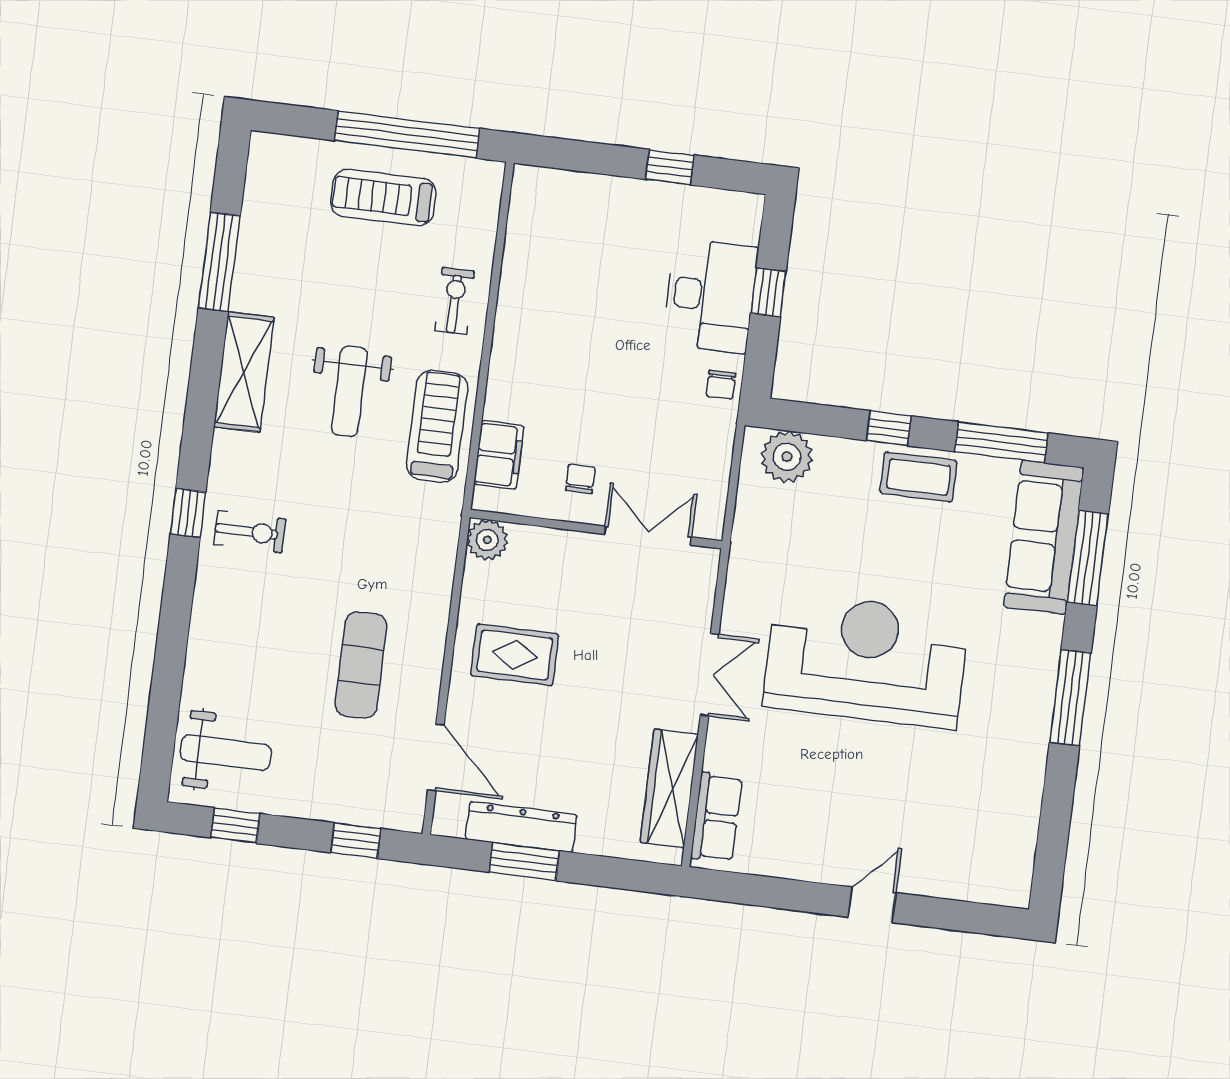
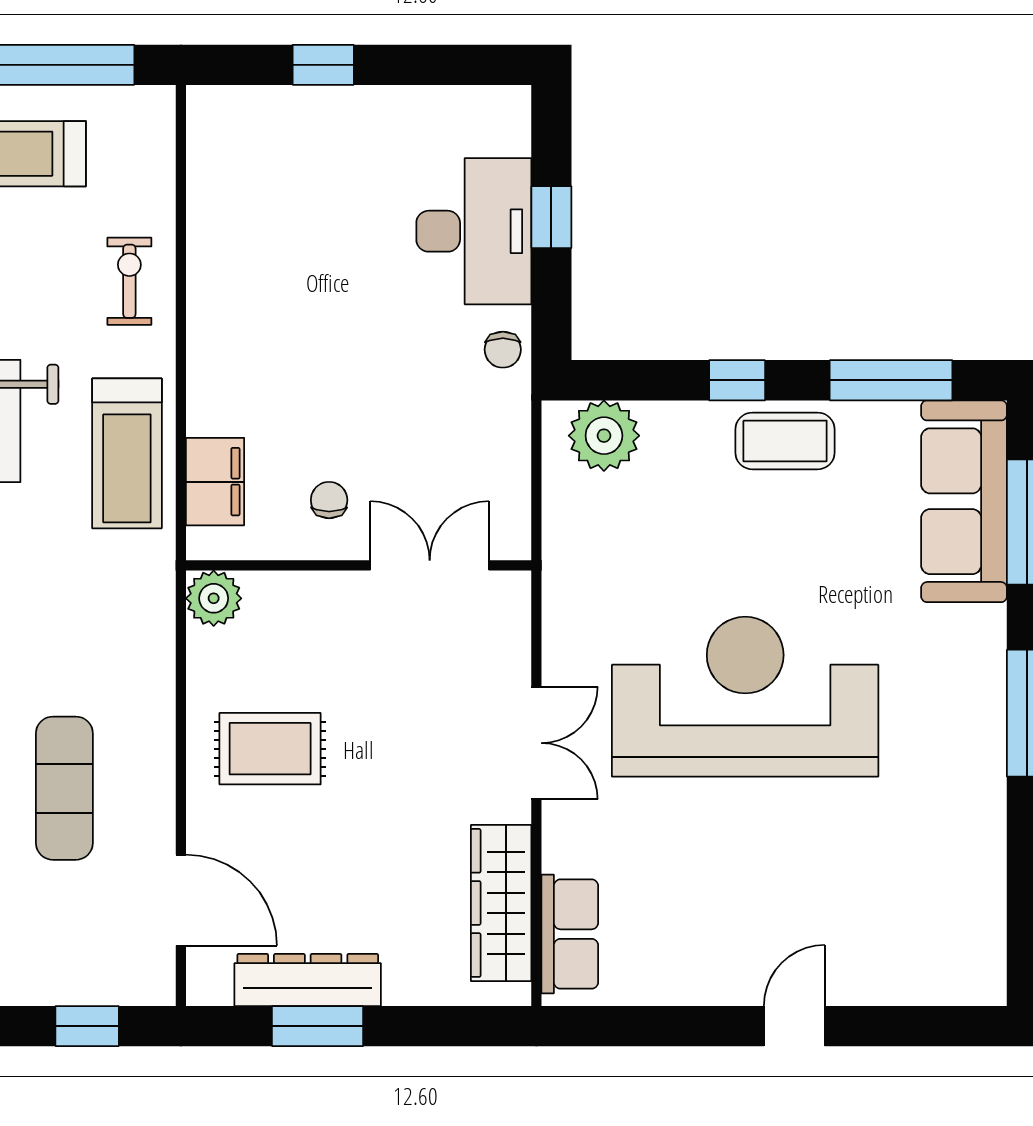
window: (670, 167) -> (323, 65), moved
treadmill: (437, 426) -> (127, 453), turned 180

